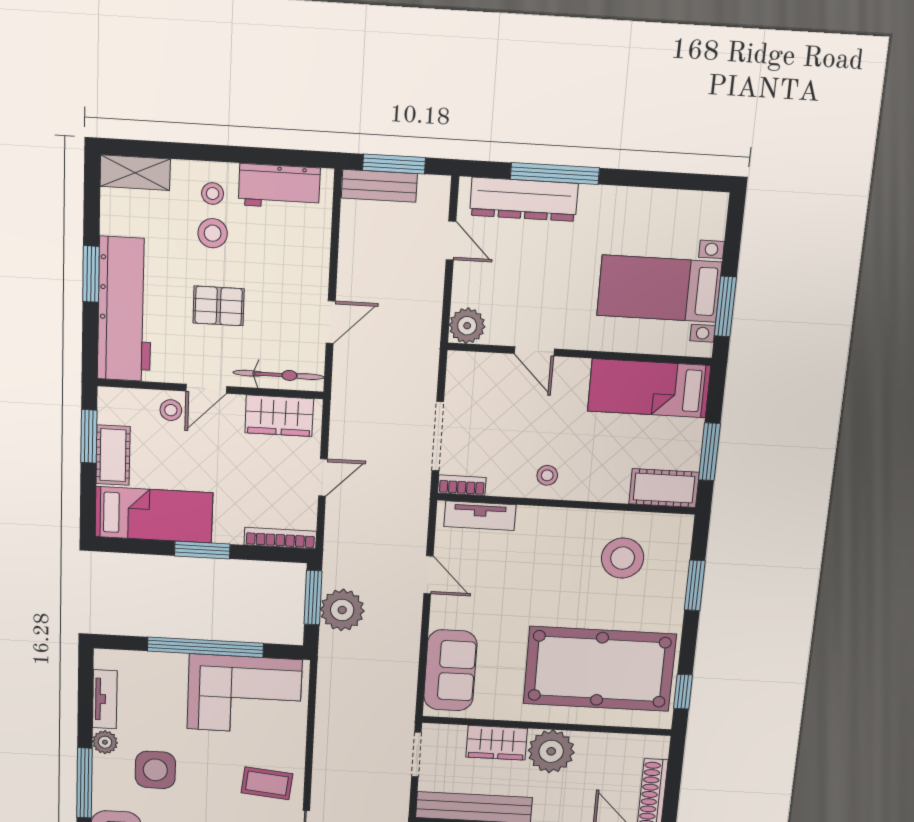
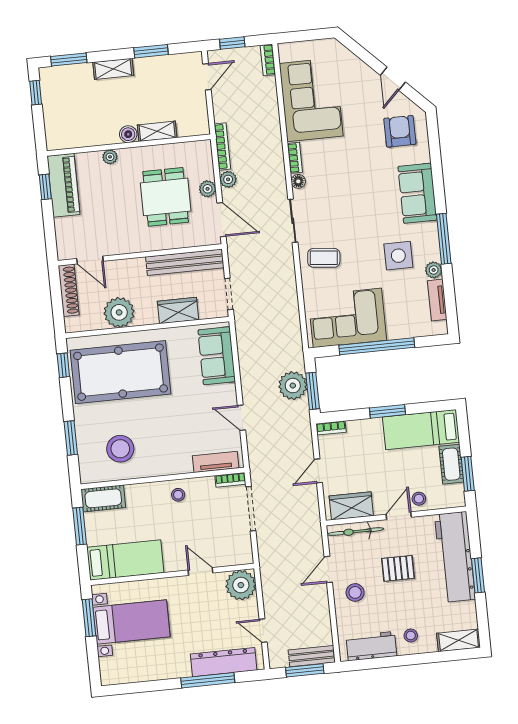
stool: (213, 233) -> (355, 592), moved
plant: (467, 326) -> (241, 585), width x1.36, depth x1.36
bookcase: (280, 538) -> (331, 428), width x0.64
plant: (551, 751) -> (119, 312), moved

